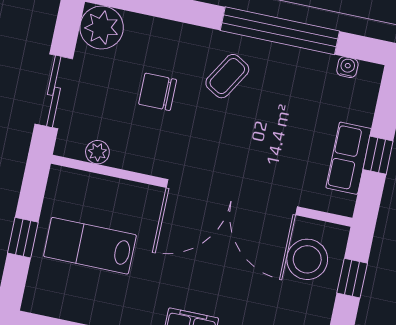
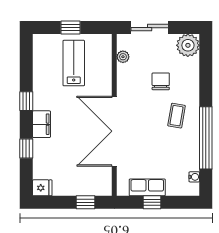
coffee table: (227, 76) -> (177, 116), turned 69
stool: (307, 259) -> (90, 177), removed

